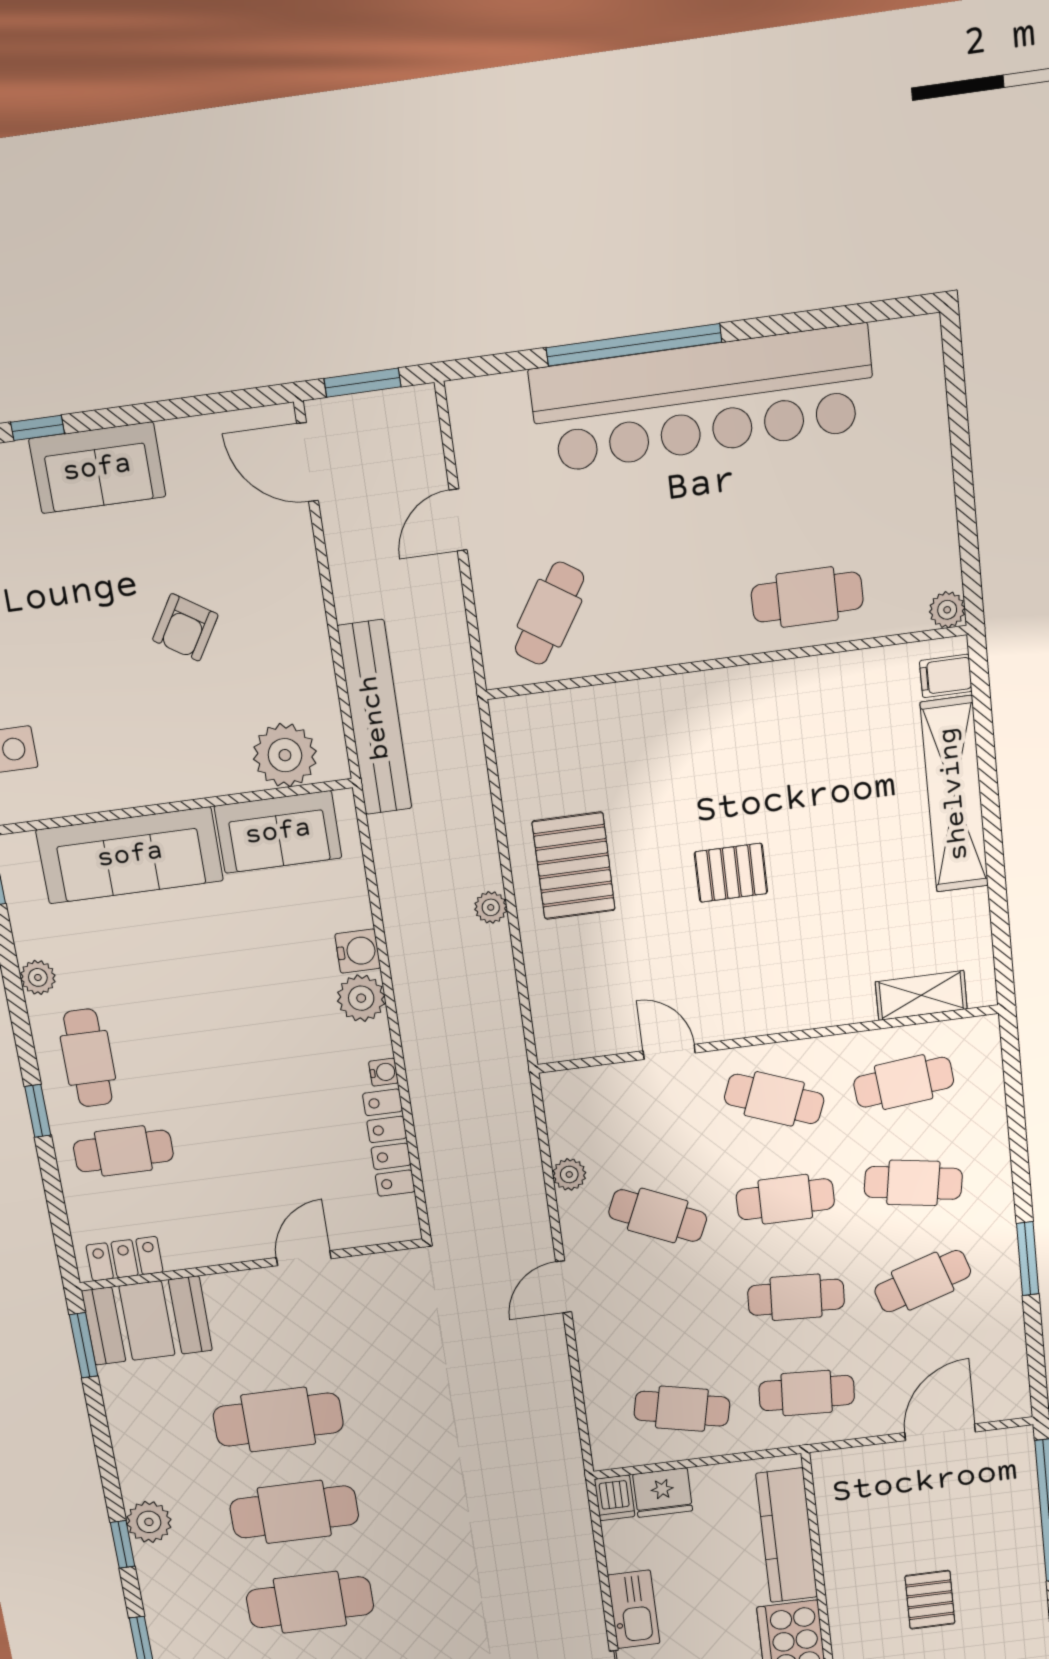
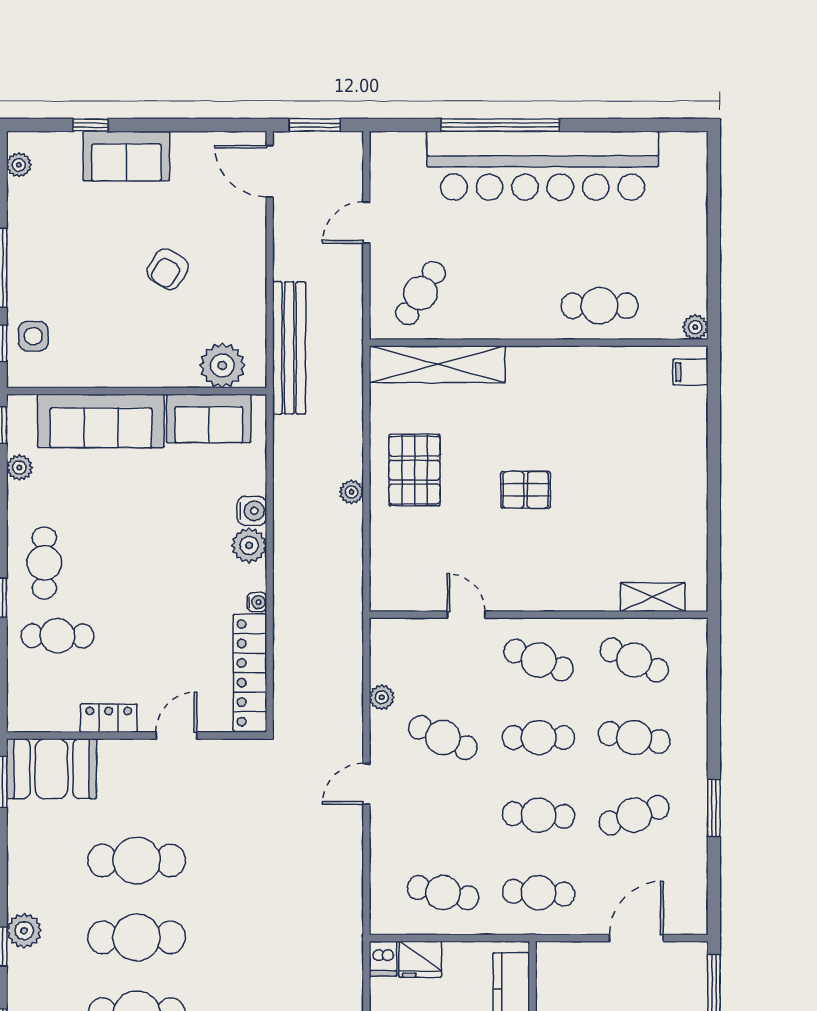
shelving: (954, 794) -> (437, 364), moved, turned 90
plant: (38, 977) -> (19, 468), moved
cafe table: (904, 1082) -> (634, 660), turned 30
locker: (389, 1143) -> (250, 673), width x1.41, depth x1.21
locker: (125, 1259) -> (109, 718), moved

